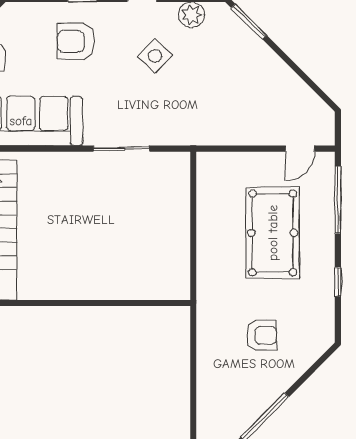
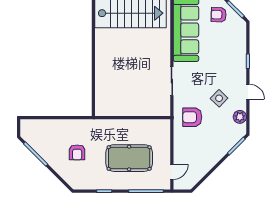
armchair: (76, 41) -> (192, 117), moved, turned -90
door: (300, 149) -> (172, 172), swing flipped

